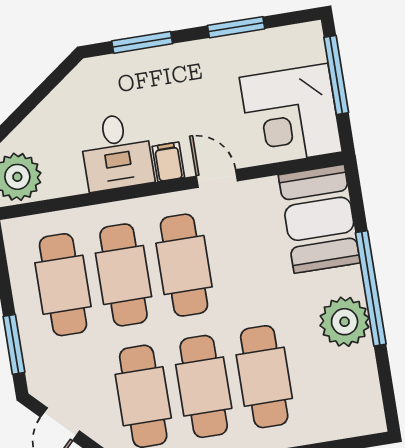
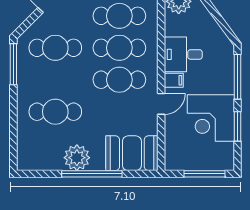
window: (142, 42) -> (238, 77), width x1.44
corner desk: (291, 115) -> (211, 118), moved, turned -90
cafe table: (204, 386) -> (55, 80), removed

